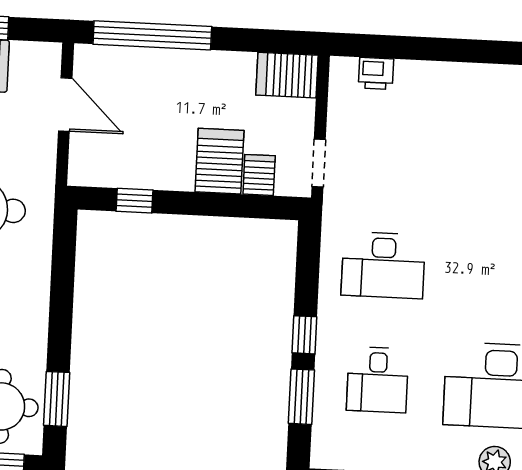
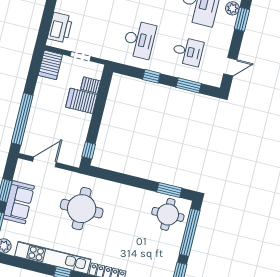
printer: (376, 73) -> (60, 28), width x1.87, depth x1.48
doorway: (319, 163) -> (81, 56), moved
window: (135, 201) -> (89, 150), moved
window: (304, 335) -> (151, 76), moved

